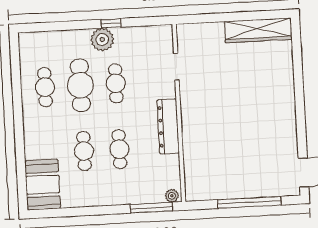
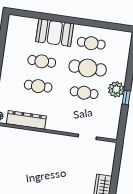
dresser: (168, 126) -> (26, 120), moved
booth: (43, 185) -> (55, 33), moved

